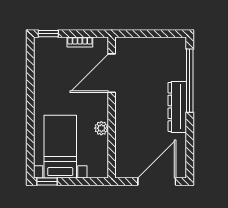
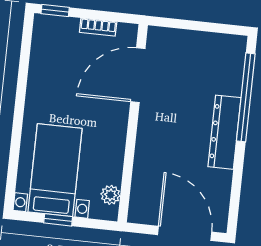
plant: (101, 128) -> (110, 195), moved
window: (47, 182) -> (58, 220), moved
door: (157, 182) -> (185, 233), hinge flipped

